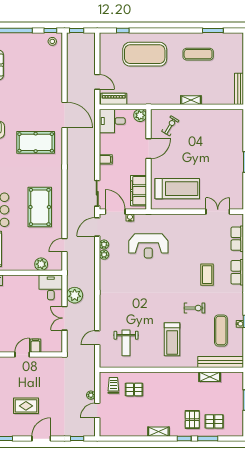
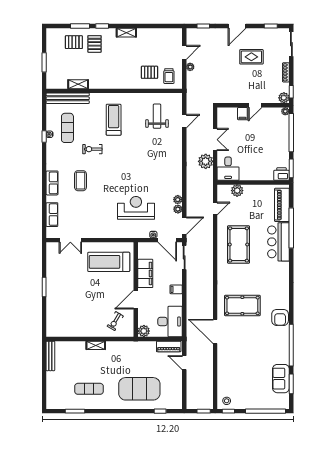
desk: (112, 121) -> (170, 322), width x1.37
filing cabinet: (138, 191) -> (145, 273), moved

